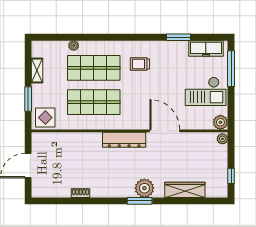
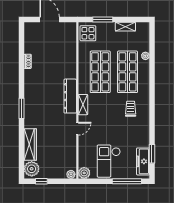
window: (178, 37) -> (152, 154), moved
shelving: (135, 124) -> (83, 105), added
door: (165, 131) -> (77, 129), width x0.53
plant: (144, 188) -> (32, 169), moved

